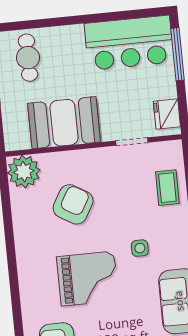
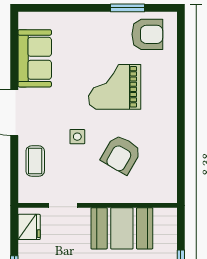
plant: (24, 172) -> (162, 188), removed
side table: (140, 248) -> (77, 137), moved

